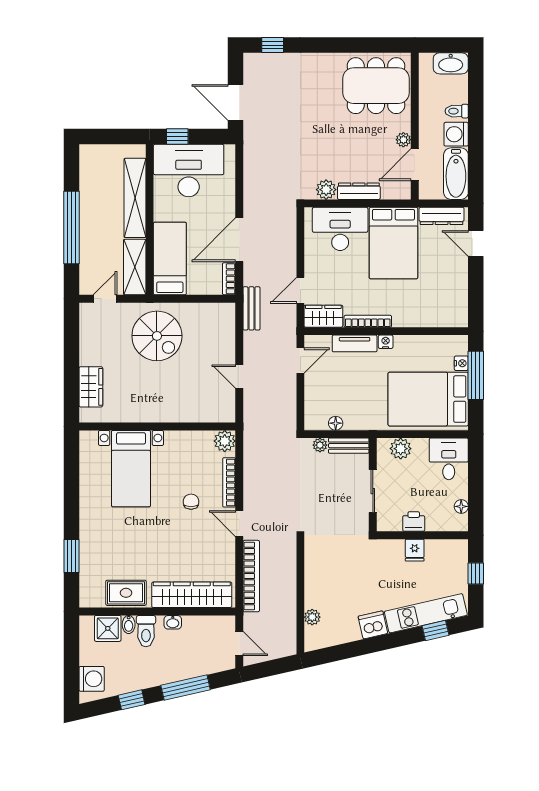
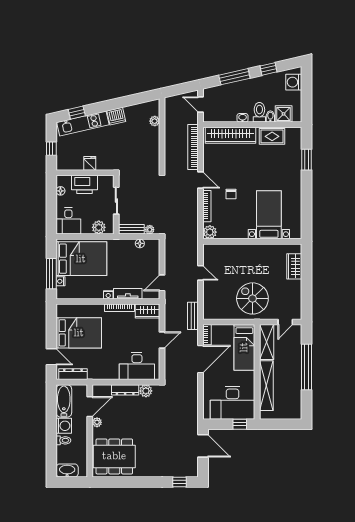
bed: (393, 243) -> (79, 333), moved, turned 90
door: (300, 290) -> (162, 340), moved
printer: (414, 521) -> (85, 184), width x1.87, depth x1.48

